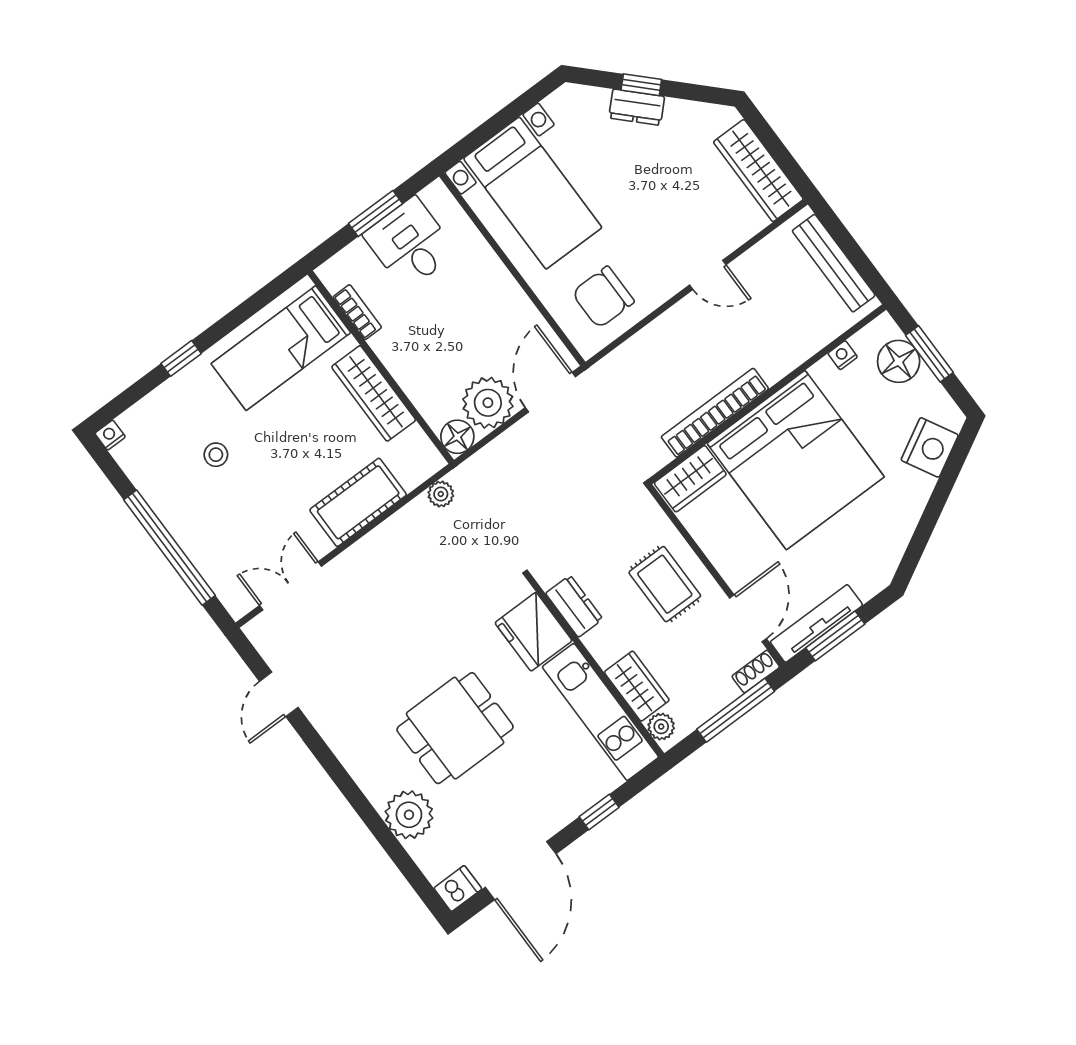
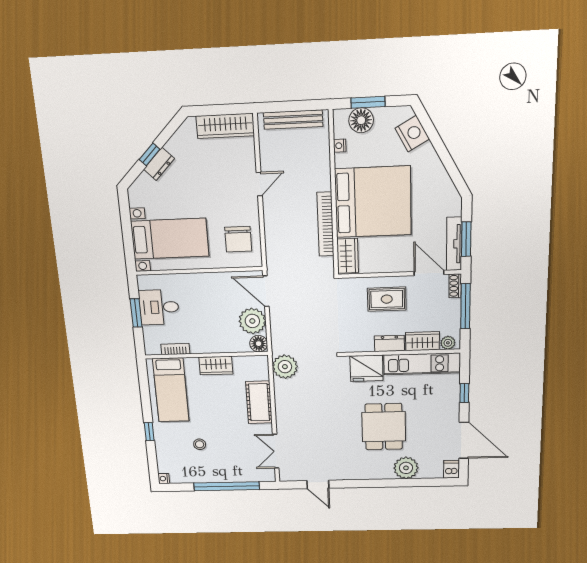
wardrobe: (374, 393) -> (216, 366), width x0.67
plant: (441, 494) -> (285, 367), width x1.88, depth x1.88
dresser: (574, 606) -> (389, 343), moved

